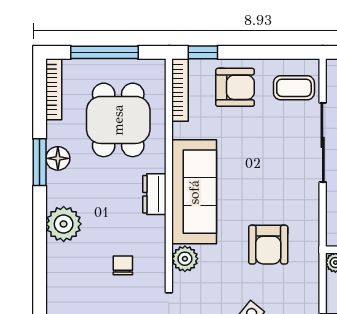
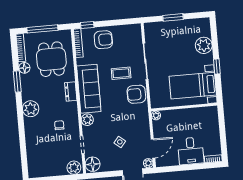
coffee table: (294, 88) -> (121, 73), moved
floor lamp: (58, 158) -> (24, 68), moved
armchair: (268, 245) -> (136, 94), moved, turned 90

